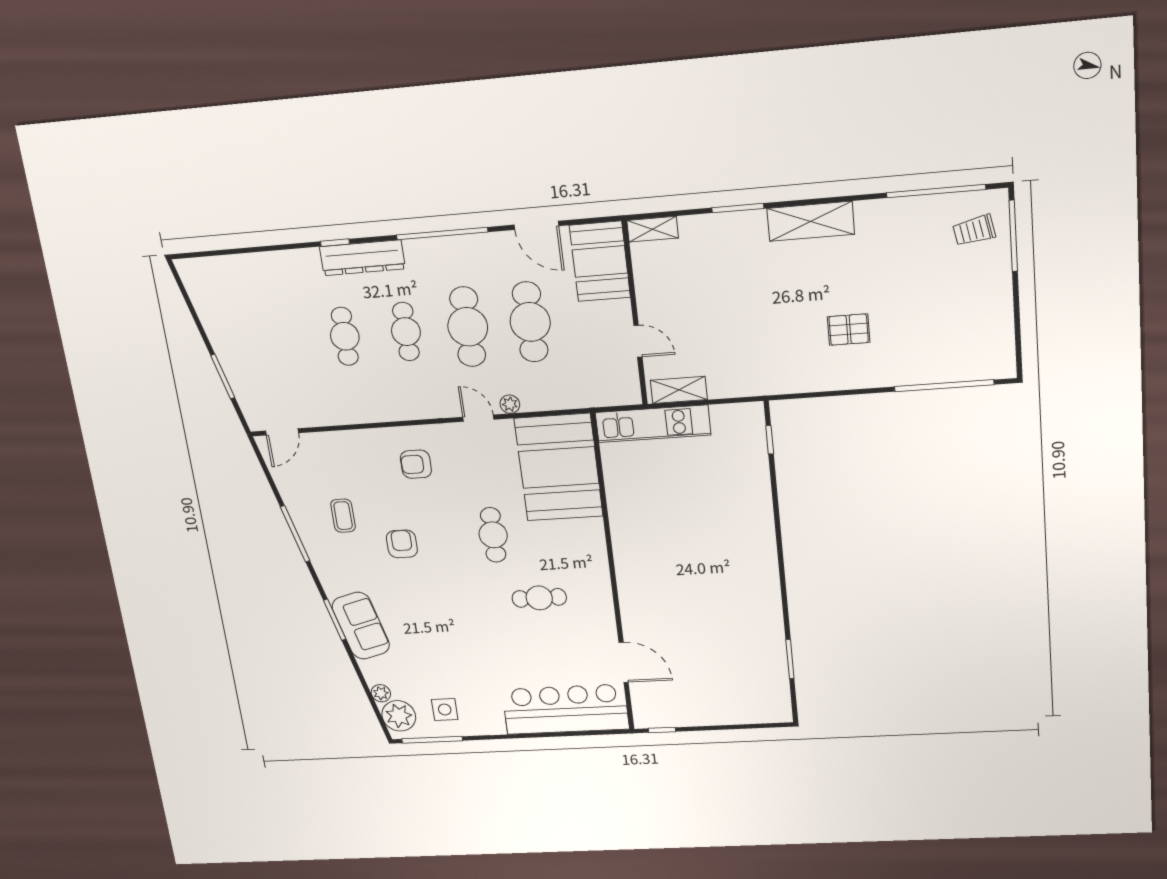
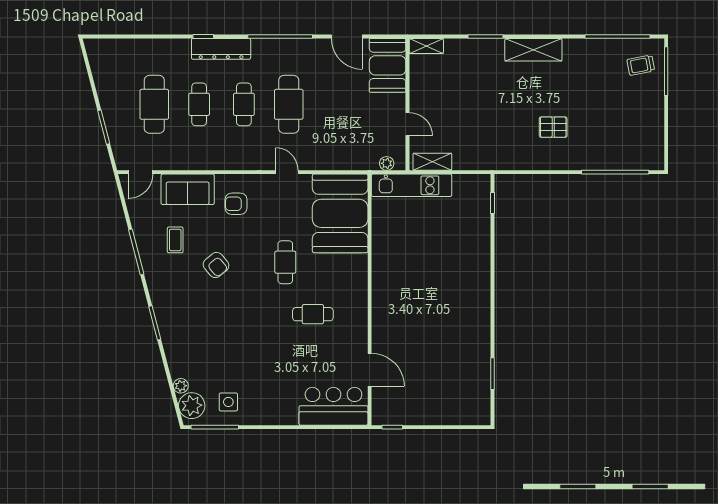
cafe table: (530, 322) -> (154, 104), moved
plant: (510, 404) -> (387, 163), moved
armchair: (402, 544) -> (216, 265), turned 140
sofa: (361, 626) -> (188, 189), moved, turned 105
bar counter: (565, 709) -> (333, 406), width x0.73

